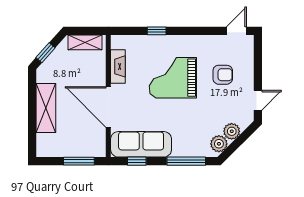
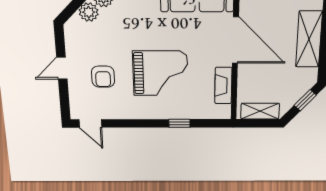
door: (236, 31) -> (90, 123), hinge flipped
armchair: (223, 75) -> (103, 77), turned -90
door: (258, 100) -> (62, 68), moved

